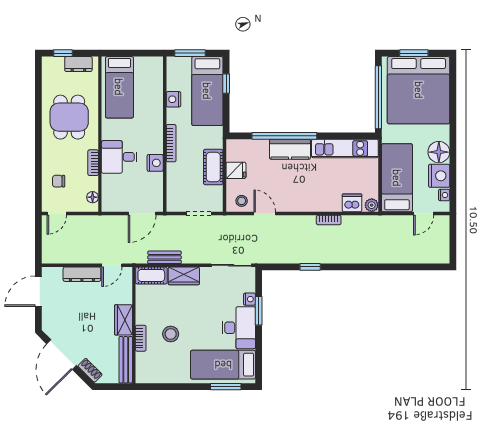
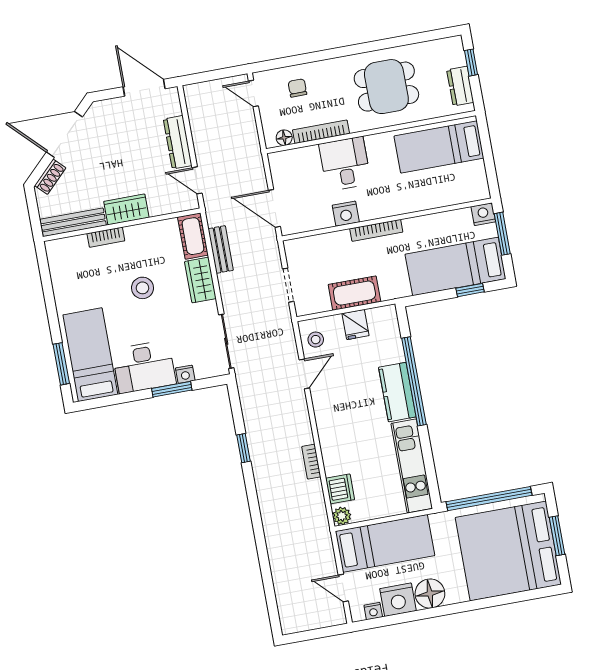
nightstand: (173, 99) -> (483, 214), moved
bookcase: (93, 163) -> (321, 132), width x1.56
stool: (171, 334) -> (142, 288), moved

